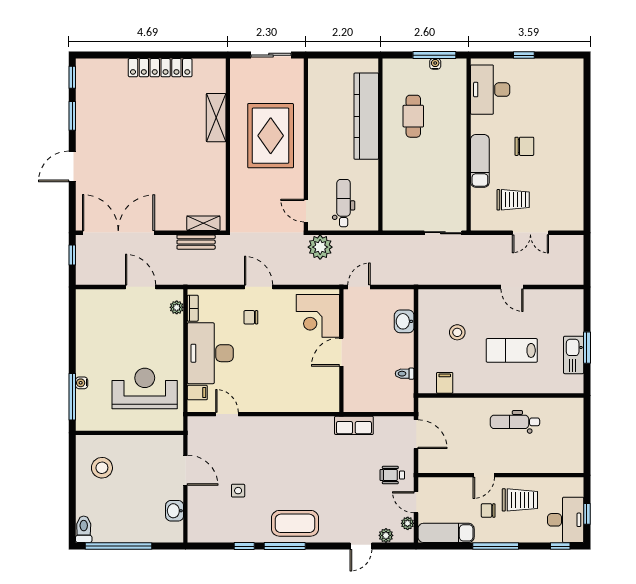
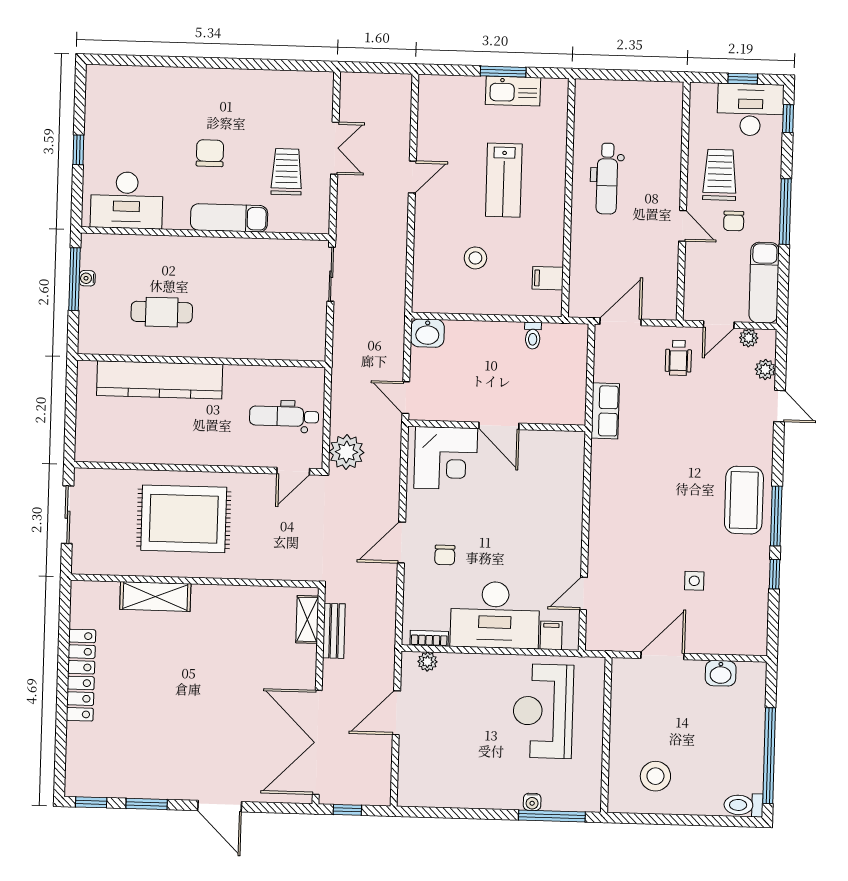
washbasin: (404, 321) -> (427, 333), moved

